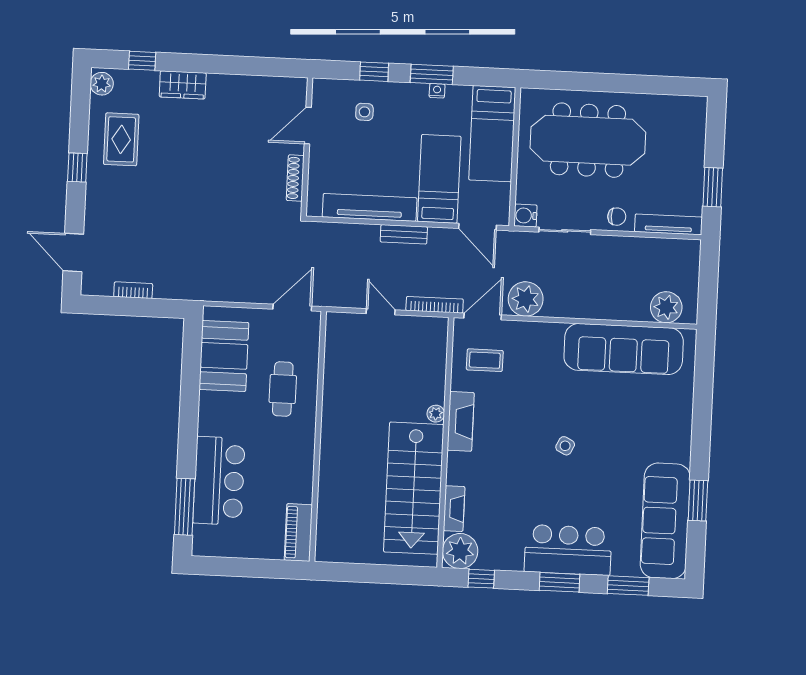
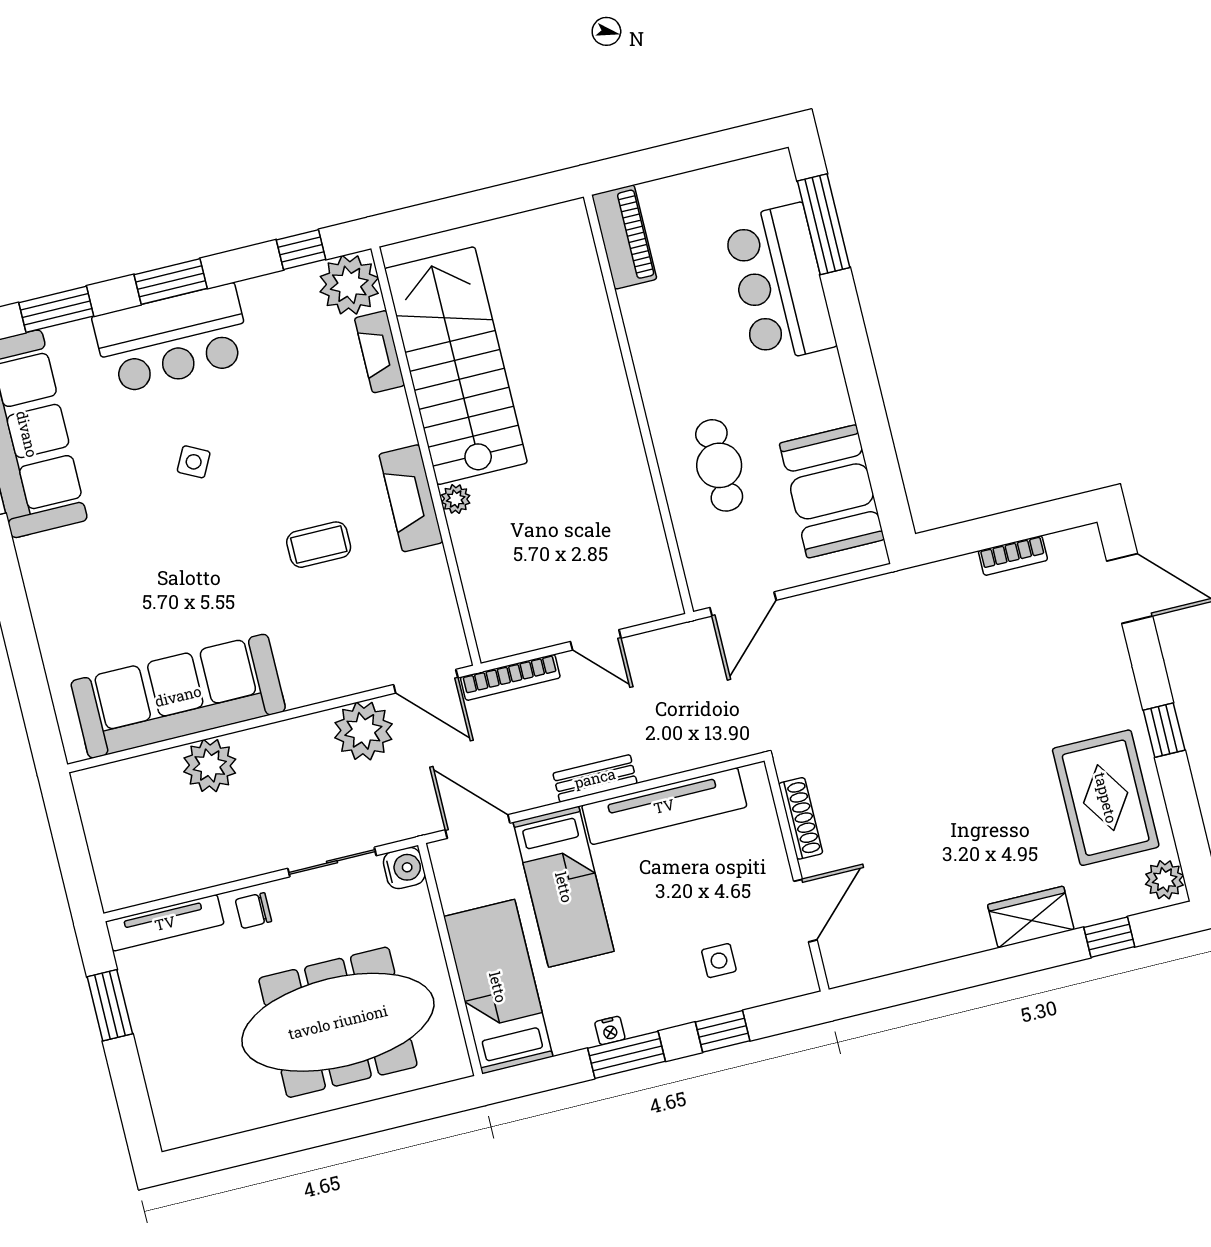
rug: (121, 139) -> (1106, 798), width x1.36, depth x1.43
plant: (666, 307) -> (210, 765), moved
door: (483, 317) -> (426, 681), hinge flipped
coffee table: (485, 360) -> (319, 545), moved
side table: (565, 446) -> (194, 462), moved

